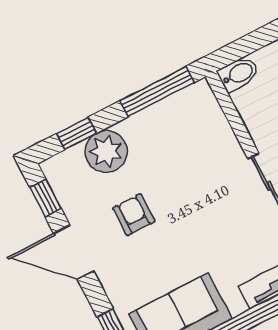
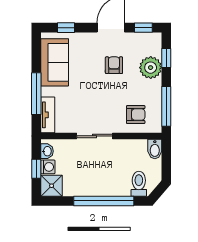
armchair: (197, 136) -> (136, 115), added
armchair: (134, 215) -> (114, 65), turned -90

